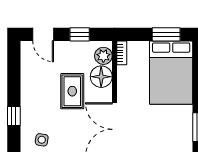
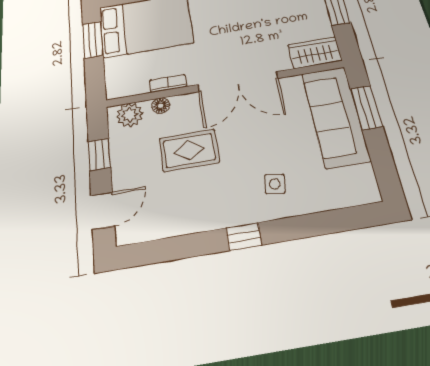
bookcase: (122, 53) -> (168, 83), moved
floor lamp: (101, 77) -> (161, 106), width x0.53, depth x0.53

